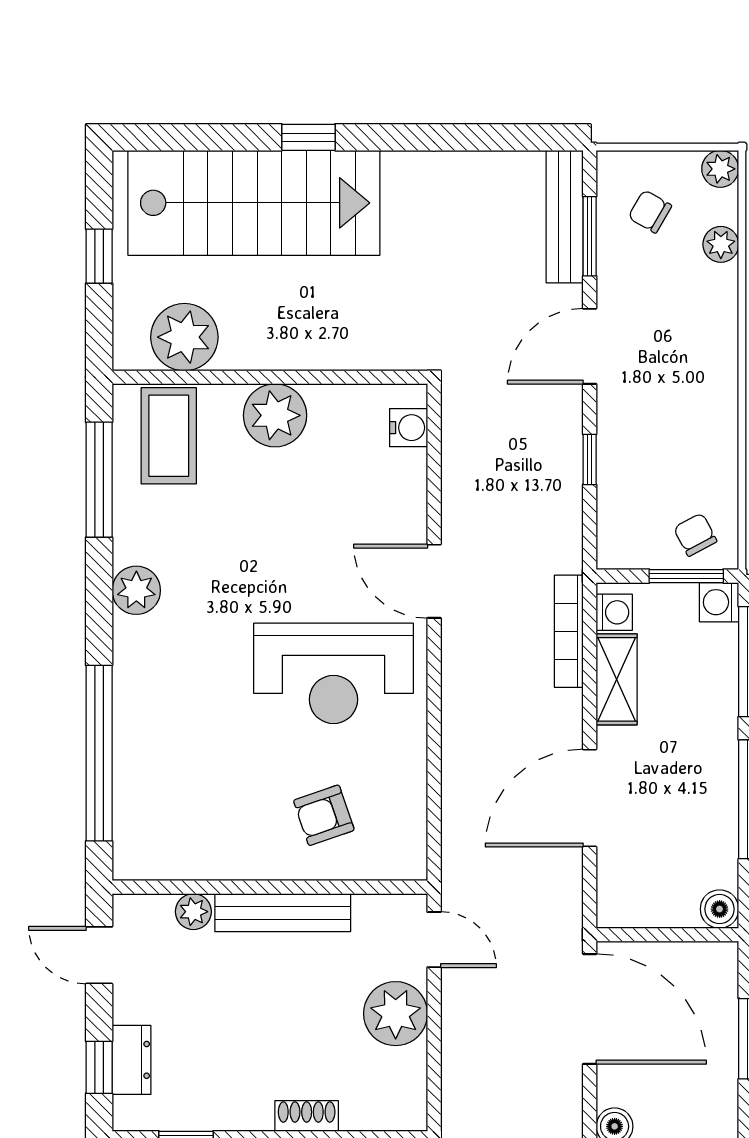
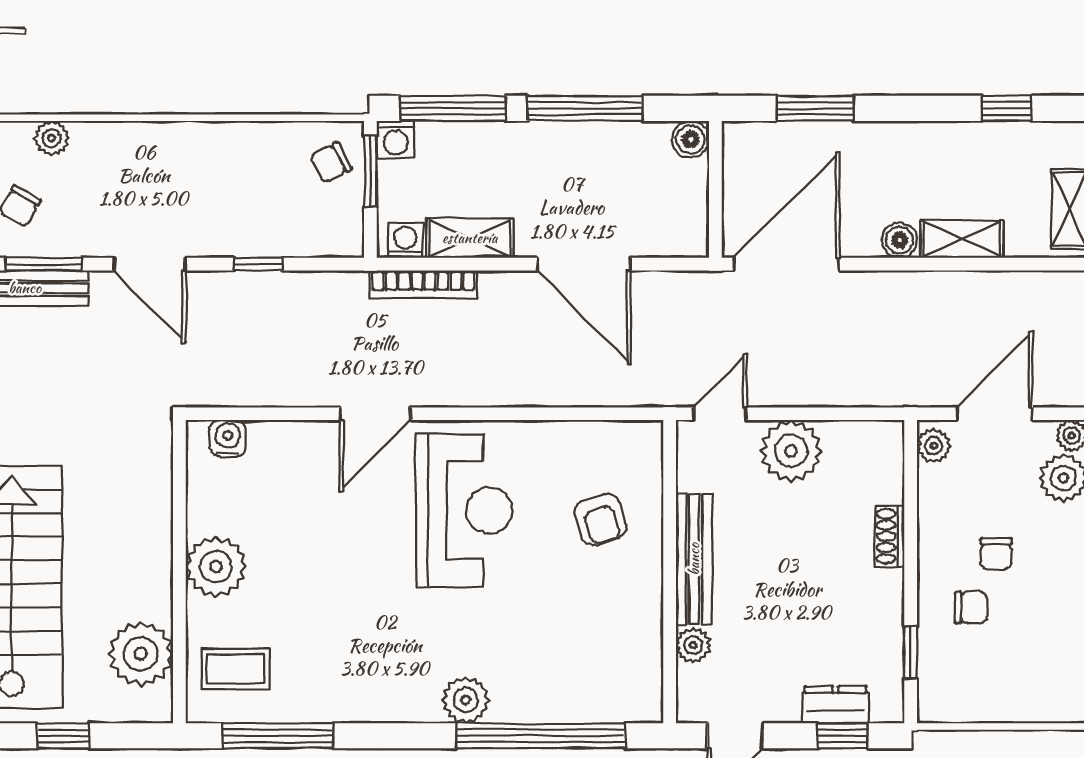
coffee table: (169, 436) -> (236, 669), width x0.73, depth x0.77
plant: (136, 590) -> (466, 700), moved

